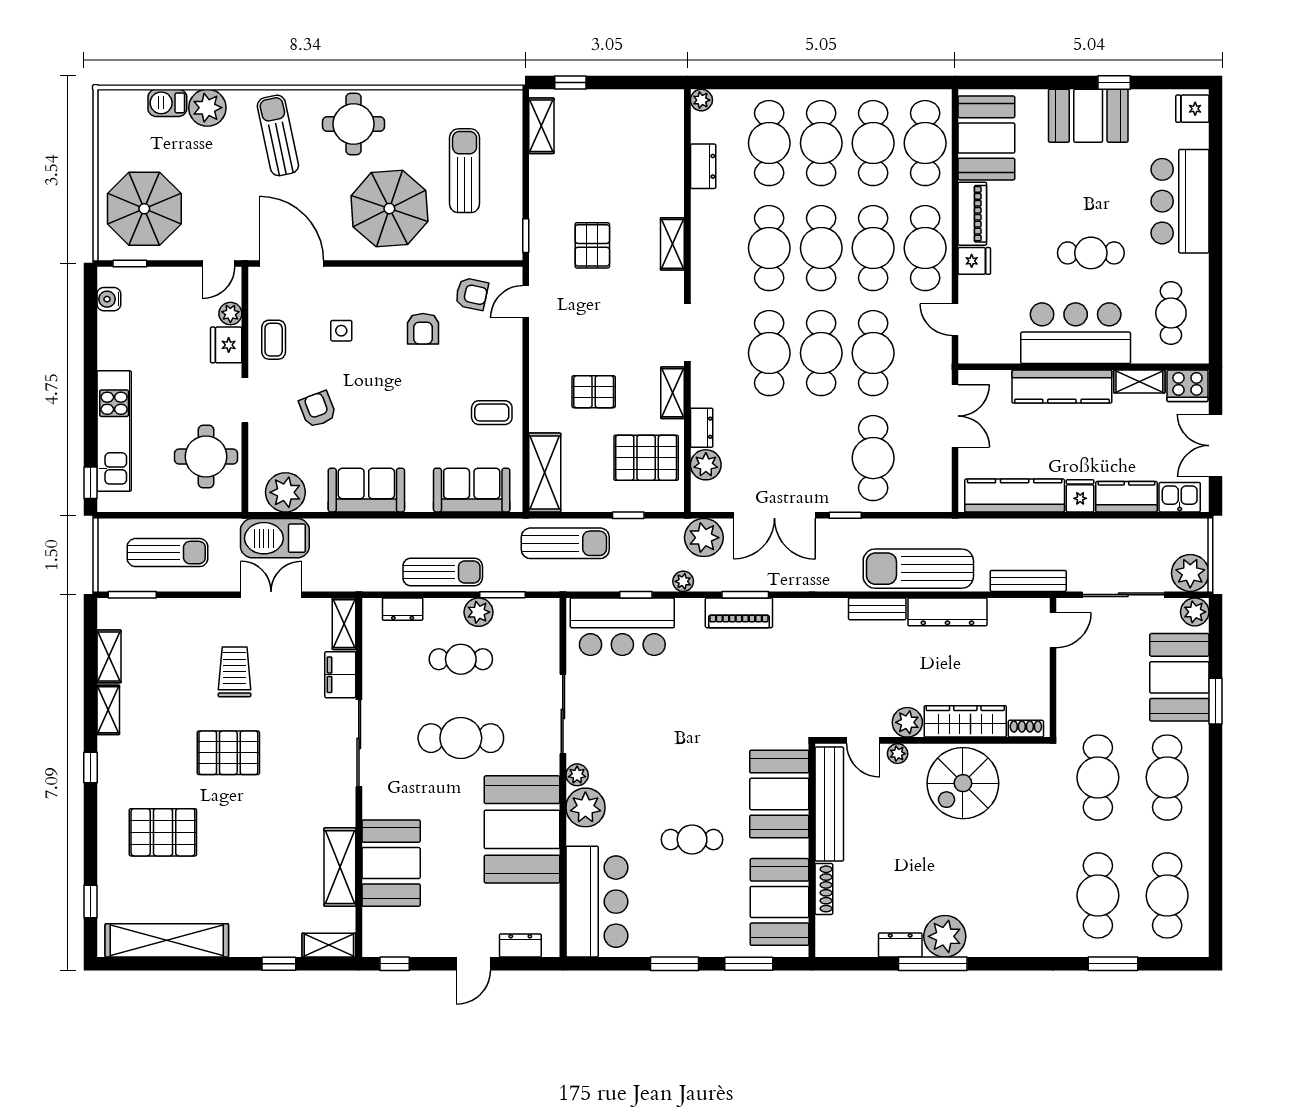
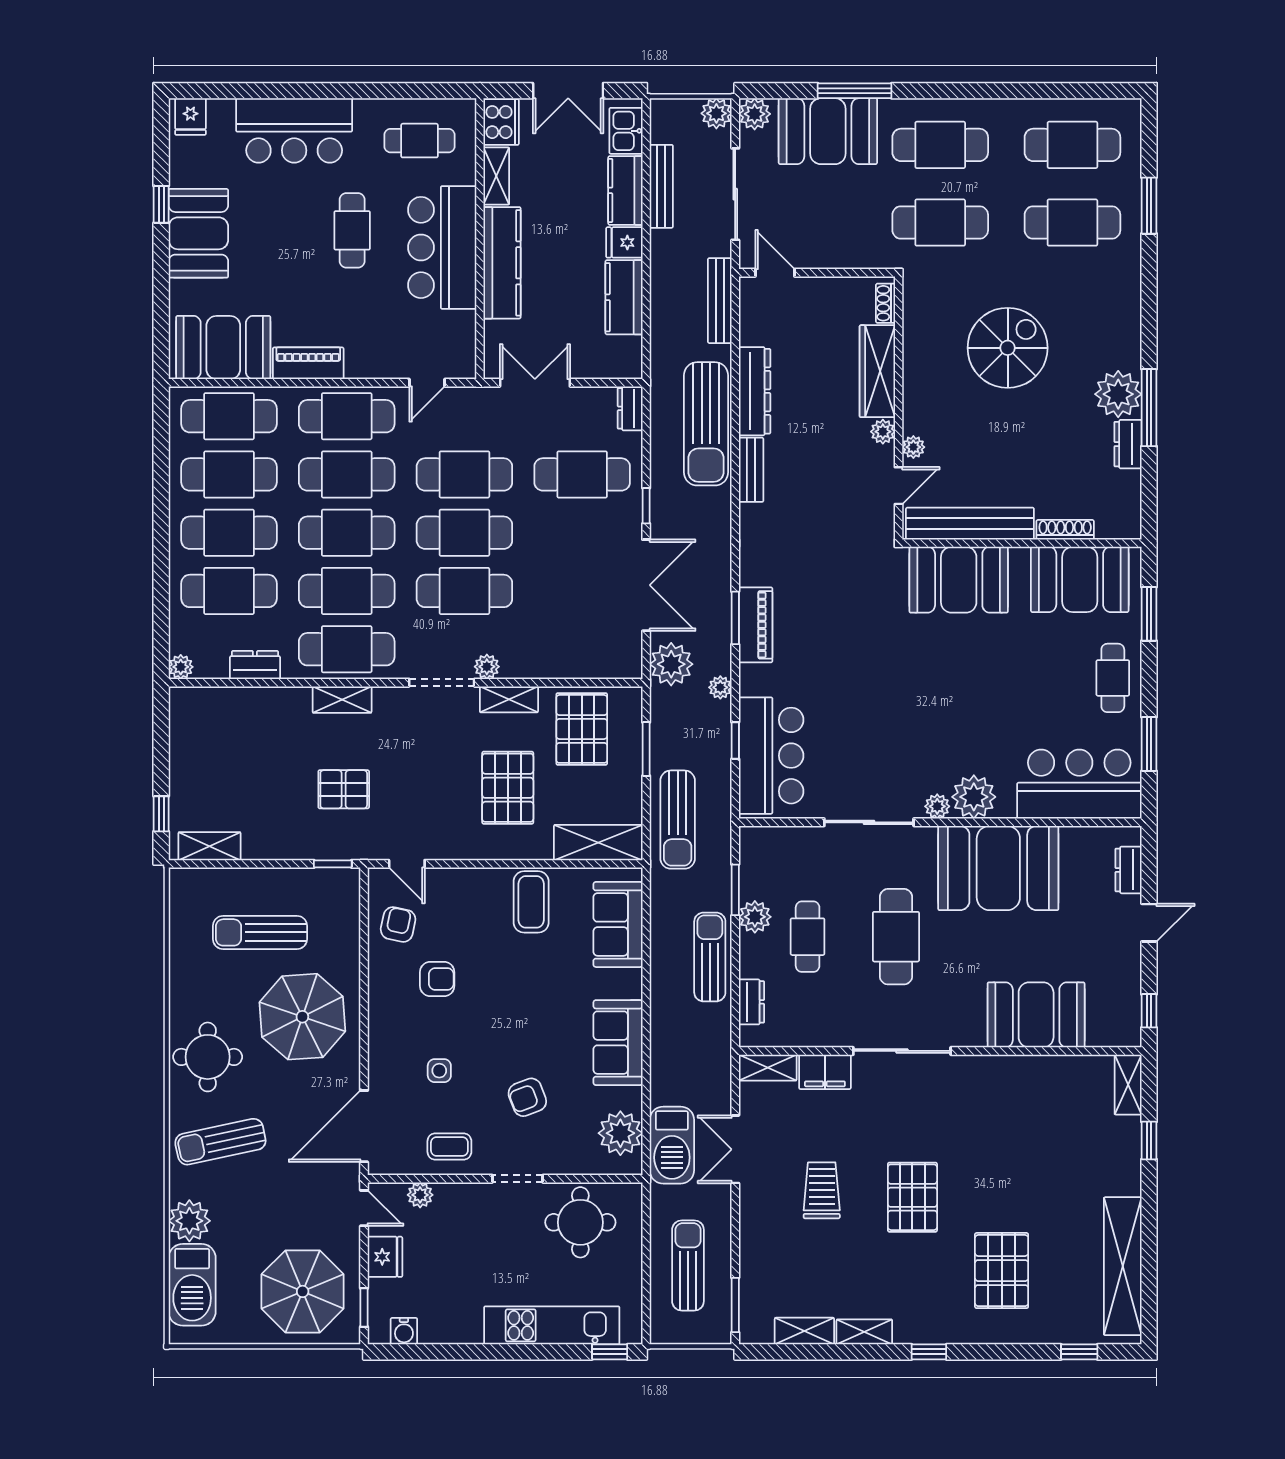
barbecue: (167, 103) -> (192, 1285), width x1.88, depth x1.53
cafe table: (717, 248) -> (347, 649), added
fridge: (974, 261) -> (361, 361), removed
fridge: (226, 345) -> (385, 1257), moved, turned -90
pallet: (594, 392) -> (508, 788), width x1.50, depth x1.42
coffee table: (492, 413) -> (531, 902), width x1.36, depth x1.30
dresser: (702, 428) -> (630, 408), moved, turned -90
plant: (706, 465) -> (487, 667), moved, width x0.73, depth x0.73
kitchen counter: (1015, 495) -> (624, 297), width x0.67
window: (628, 515) -> (646, 749), width x1.50
bench: (1130, 529) -> (661, 186), added
sun lounger: (565, 543) -> (678, 820), turned 180
plant: (1190, 573) -> (716, 113), width x0.73, depth x0.73
trolley: (235, 672) -> (822, 1190), turned 90
window: (1215, 701) -> (855, 91), width x1.44
plant: (907, 722) -> (883, 432), width x0.73, depth x0.73
spiral stairs: (963, 783) -> (1008, 348), moved, turned -90
cafe table: (692, 840) -> (1113, 678), moved
shelving: (340, 867) -> (1041, 1072), removed
door: (473, 964) -> (1149, 923), hinge flipped
window: (675, 964) -> (1149, 744), moved

